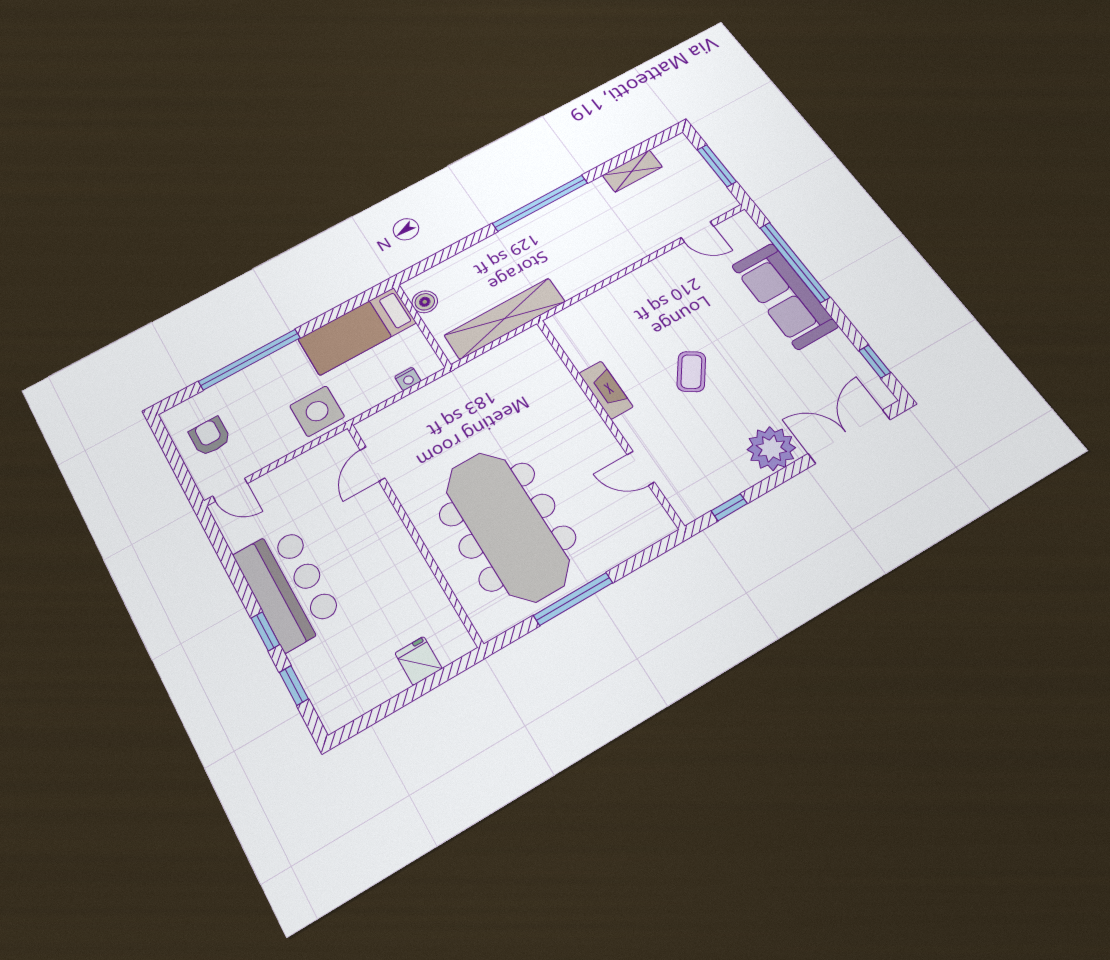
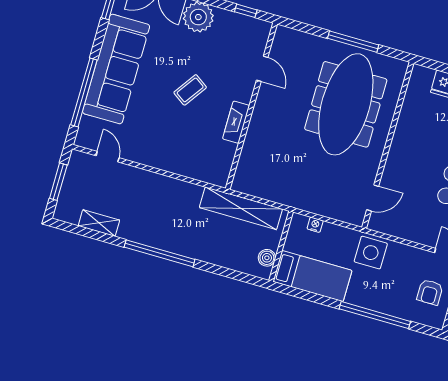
sofa: (785, 296) -> (116, 69), width x1.36, depth x1.27

